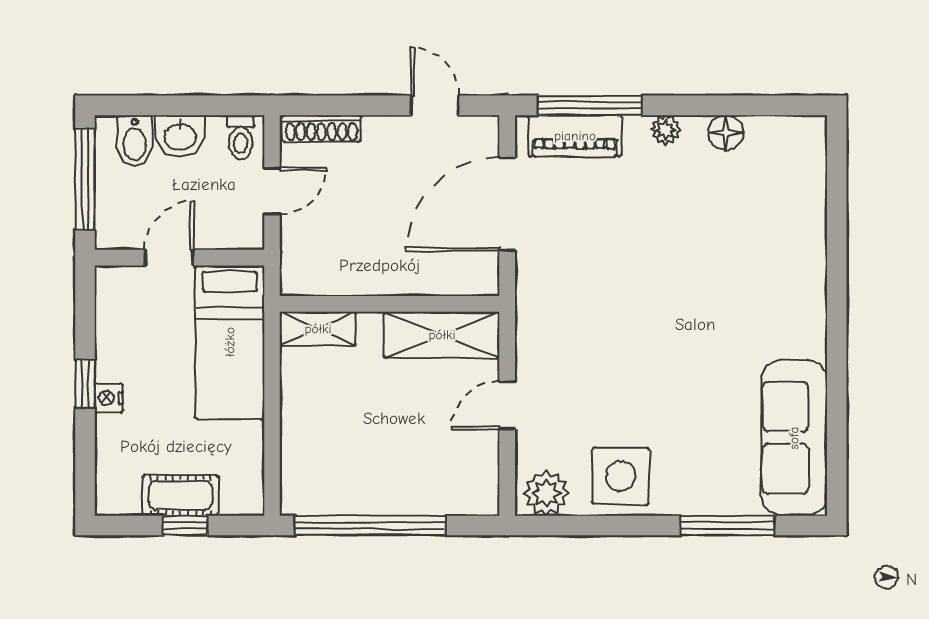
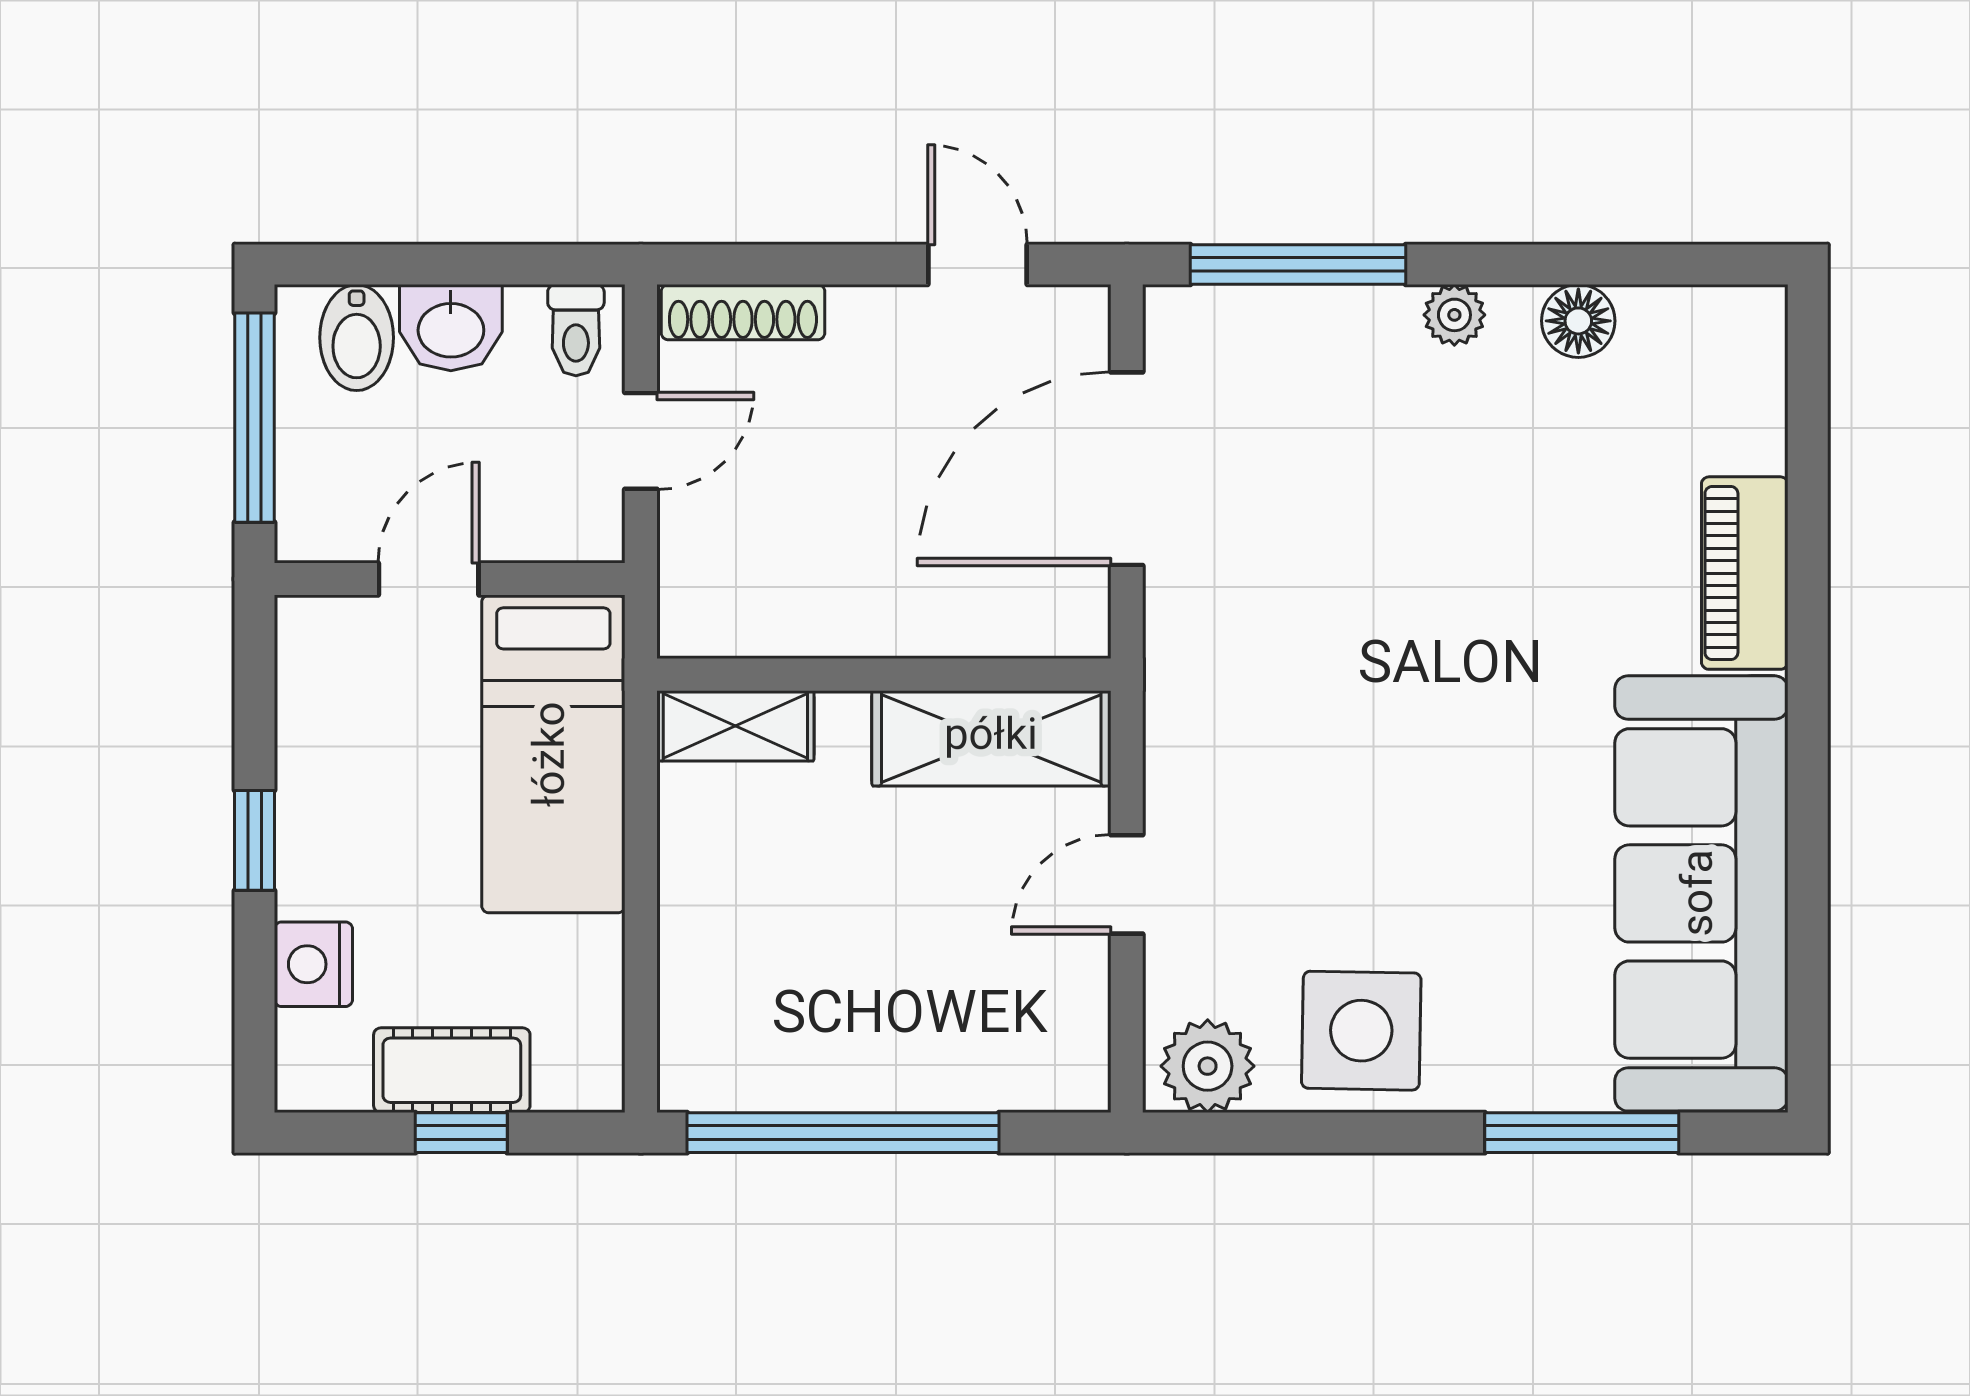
piano: (575, 136) -> (1745, 573), moved, turned 90
nightstand: (109, 398) -> (313, 964), moved, width x1.39, depth x1.35
sofa: (794, 438) -> (1701, 893), width x1.36, depth x1.27

